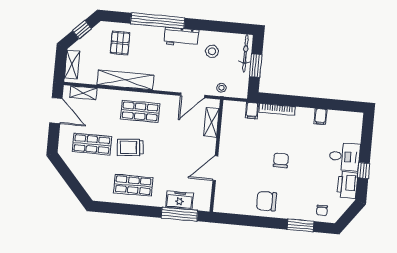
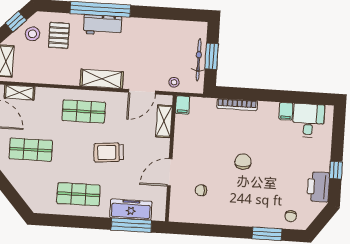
workbench: (181, 37) -> (103, 25), moved
stool: (212, 51) -> (32, 34), moved
bicycle: (245, 53) -> (199, 60), moved
shelving: (125, 80) -> (102, 79), moved, width x0.68
filing cabinet: (252, 111) -> (183, 105), moved
trolley: (130, 147) -> (109, 152), moved
desk: (345, 157) -> (308, 121), moved, turned -90
freezer: (180, 200) -> (131, 210), width x1.40
chair: (267, 201) -> (201, 190), moved, width x0.54, depth x0.54

